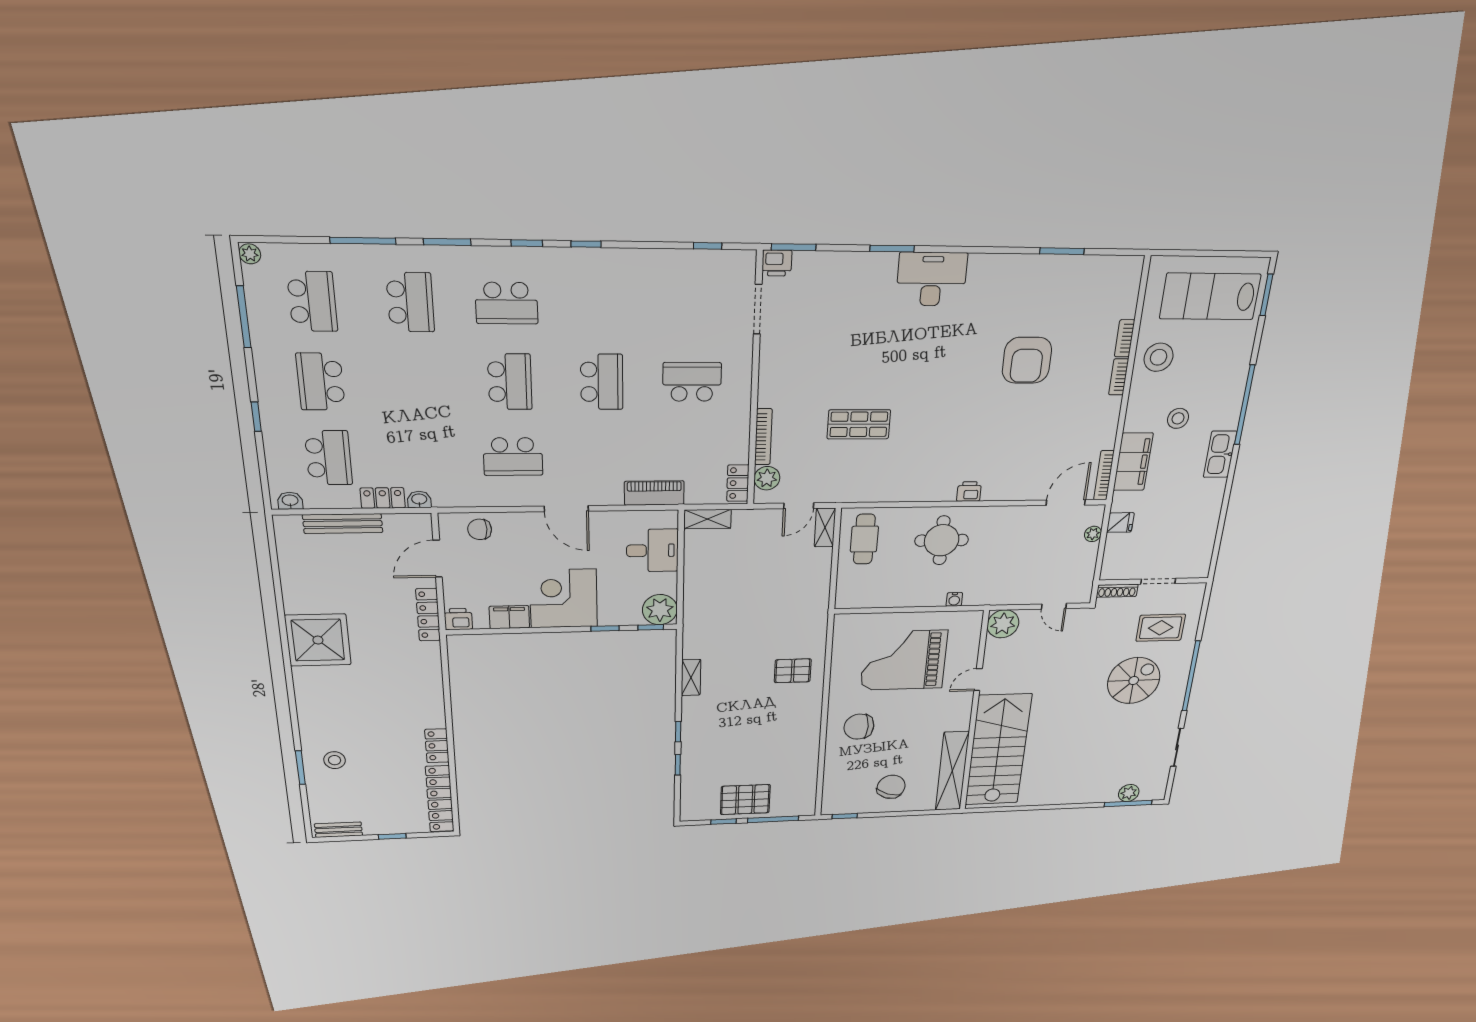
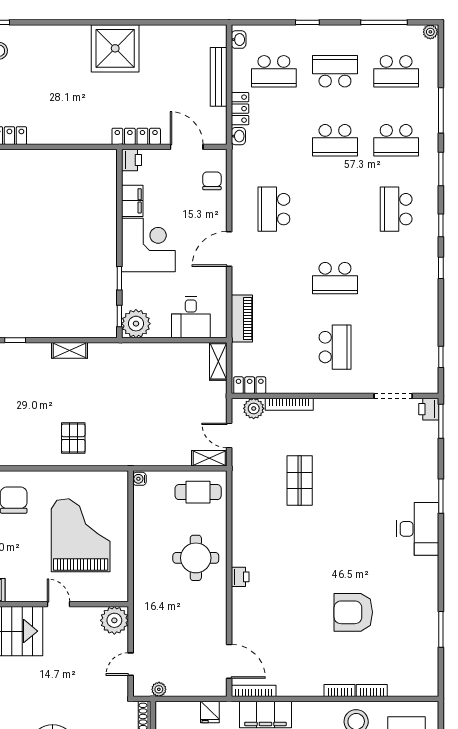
school desk: (510, 382) -> (335, 140), moved
plant: (1093, 534) -> (159, 689), moved
water cooler: (954, 599) -> (139, 479), moved

